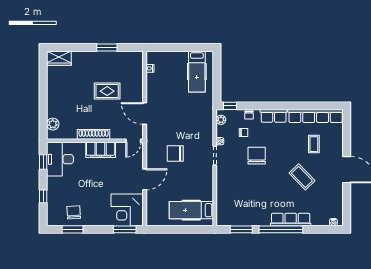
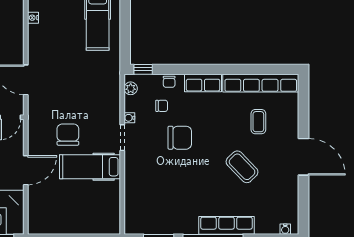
chair: (175, 153) -> (68, 135), turned 90
chair: (257, 156) -> (180, 138), turned 90
hospital bed: (191, 210) -> (90, 167), moved

